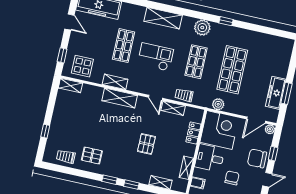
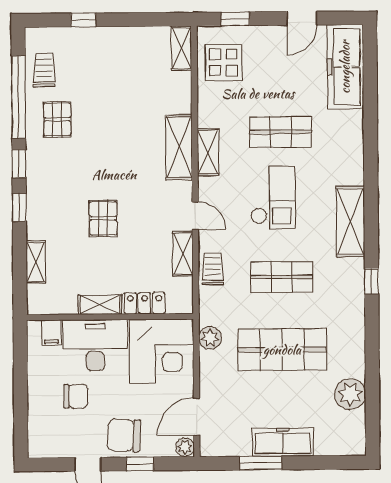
shelving: (163, 18) -> (350, 221), moved
window: (226, 21) -> (372, 281), moved
plant: (202, 28) -> (350, 394), moved
shelving: (115, 82) -> (208, 152), moved
freezer: (276, 93) -> (283, 442), moved
door: (156, 98) -> (195, 216), swing flipped
door: (256, 120) -> (197, 417), hinge flipped
pallet: (146, 144) -> (103, 218), turned 90
desk: (210, 158) -> (95, 345), width x1.37
chair: (257, 158) -> (124, 435), turned -87
shelving: (186, 168) -> (100, 305), moved
window: (76, 172) -> (19, 97), added

